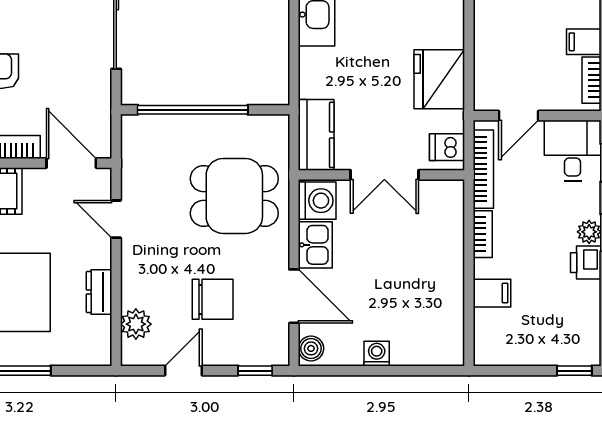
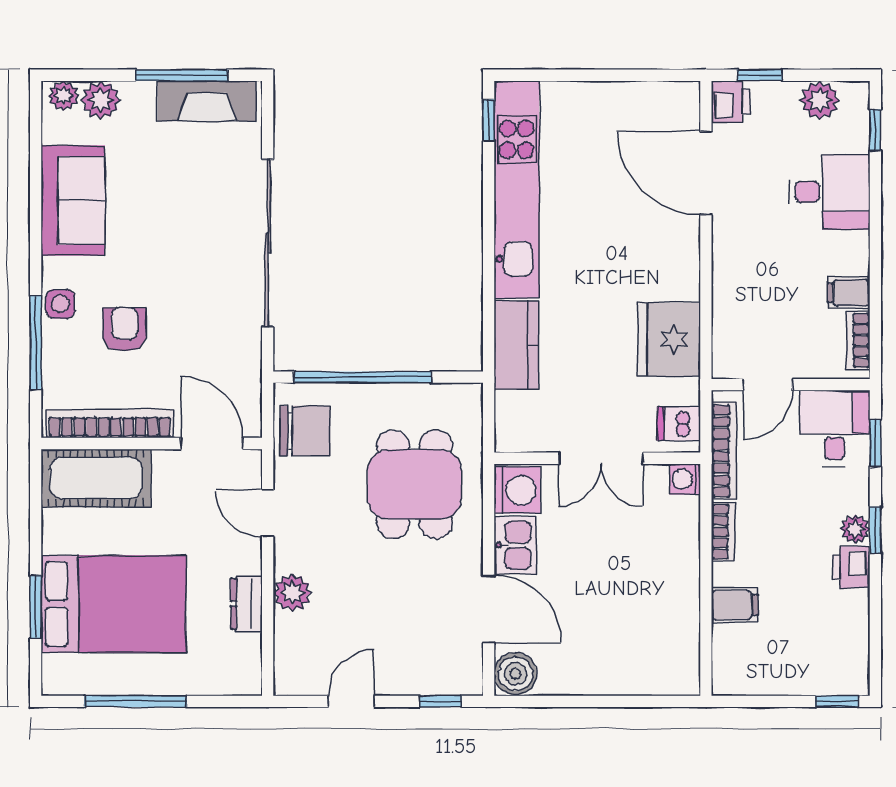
kitchen counter: (316, 135) -> (516, 345), moved
dining table: (234, 196) -> (415, 484), turned 90
chair: (213, 299) -> (305, 431), moved
plant: (136, 324) -> (292, 593), moved
boiler: (311, 348) -> (515, 674), width x1.36, depth x1.36
washing machine: (377, 354) -> (685, 479), moved, turned -90

